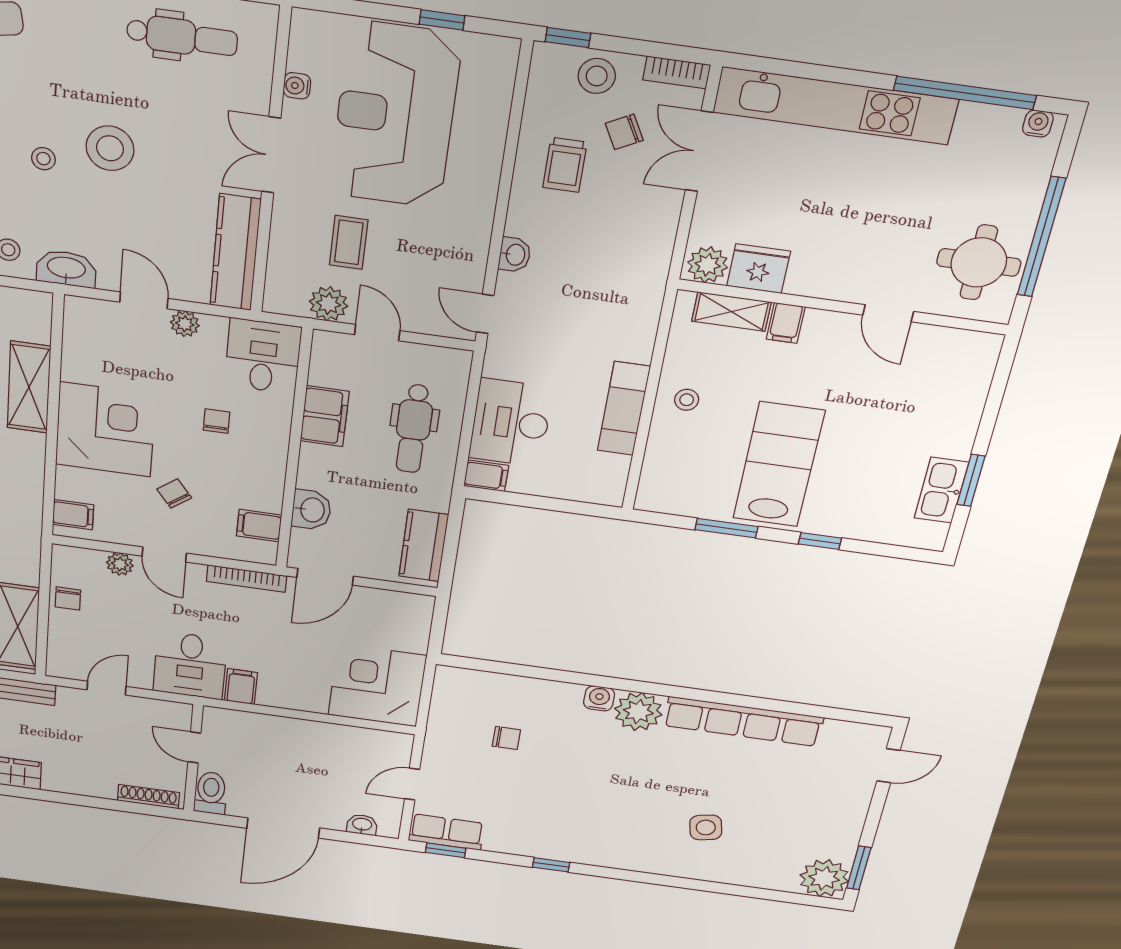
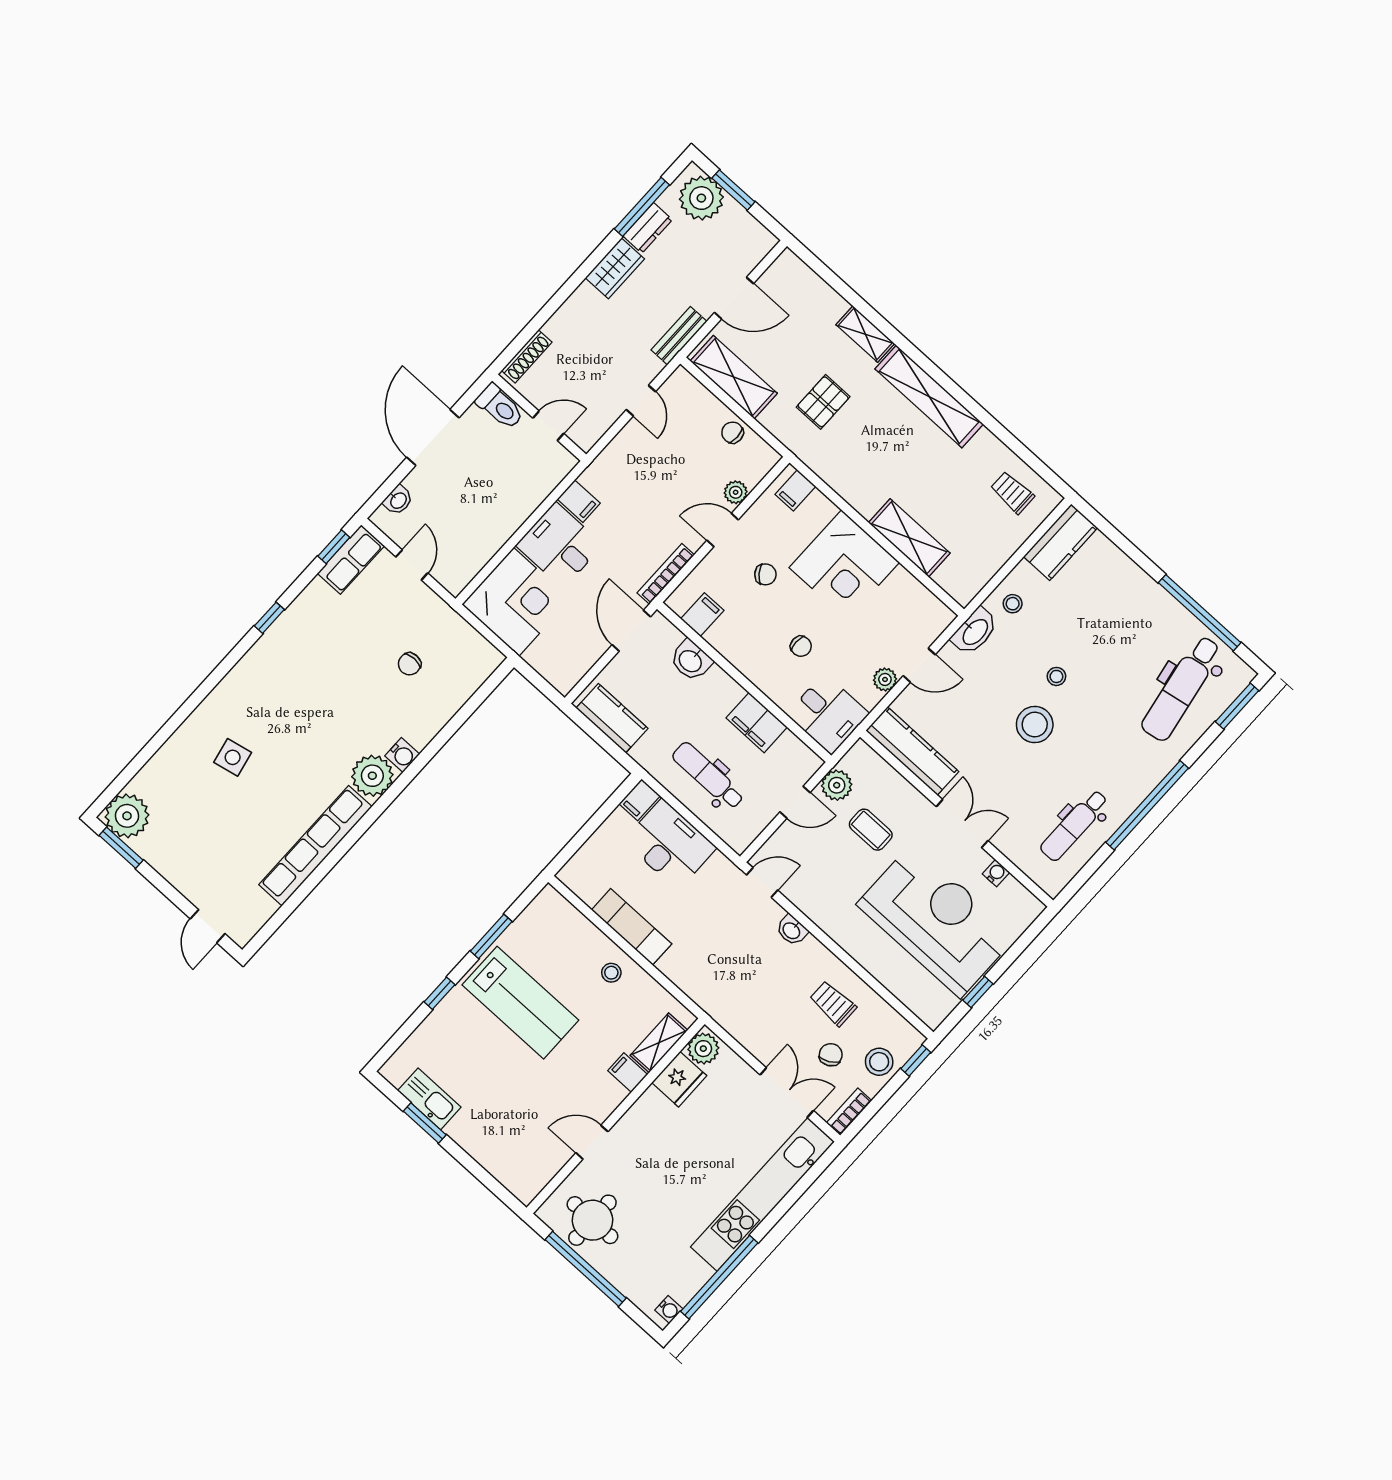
desk: (190, 665) -> (560, 545), moved

